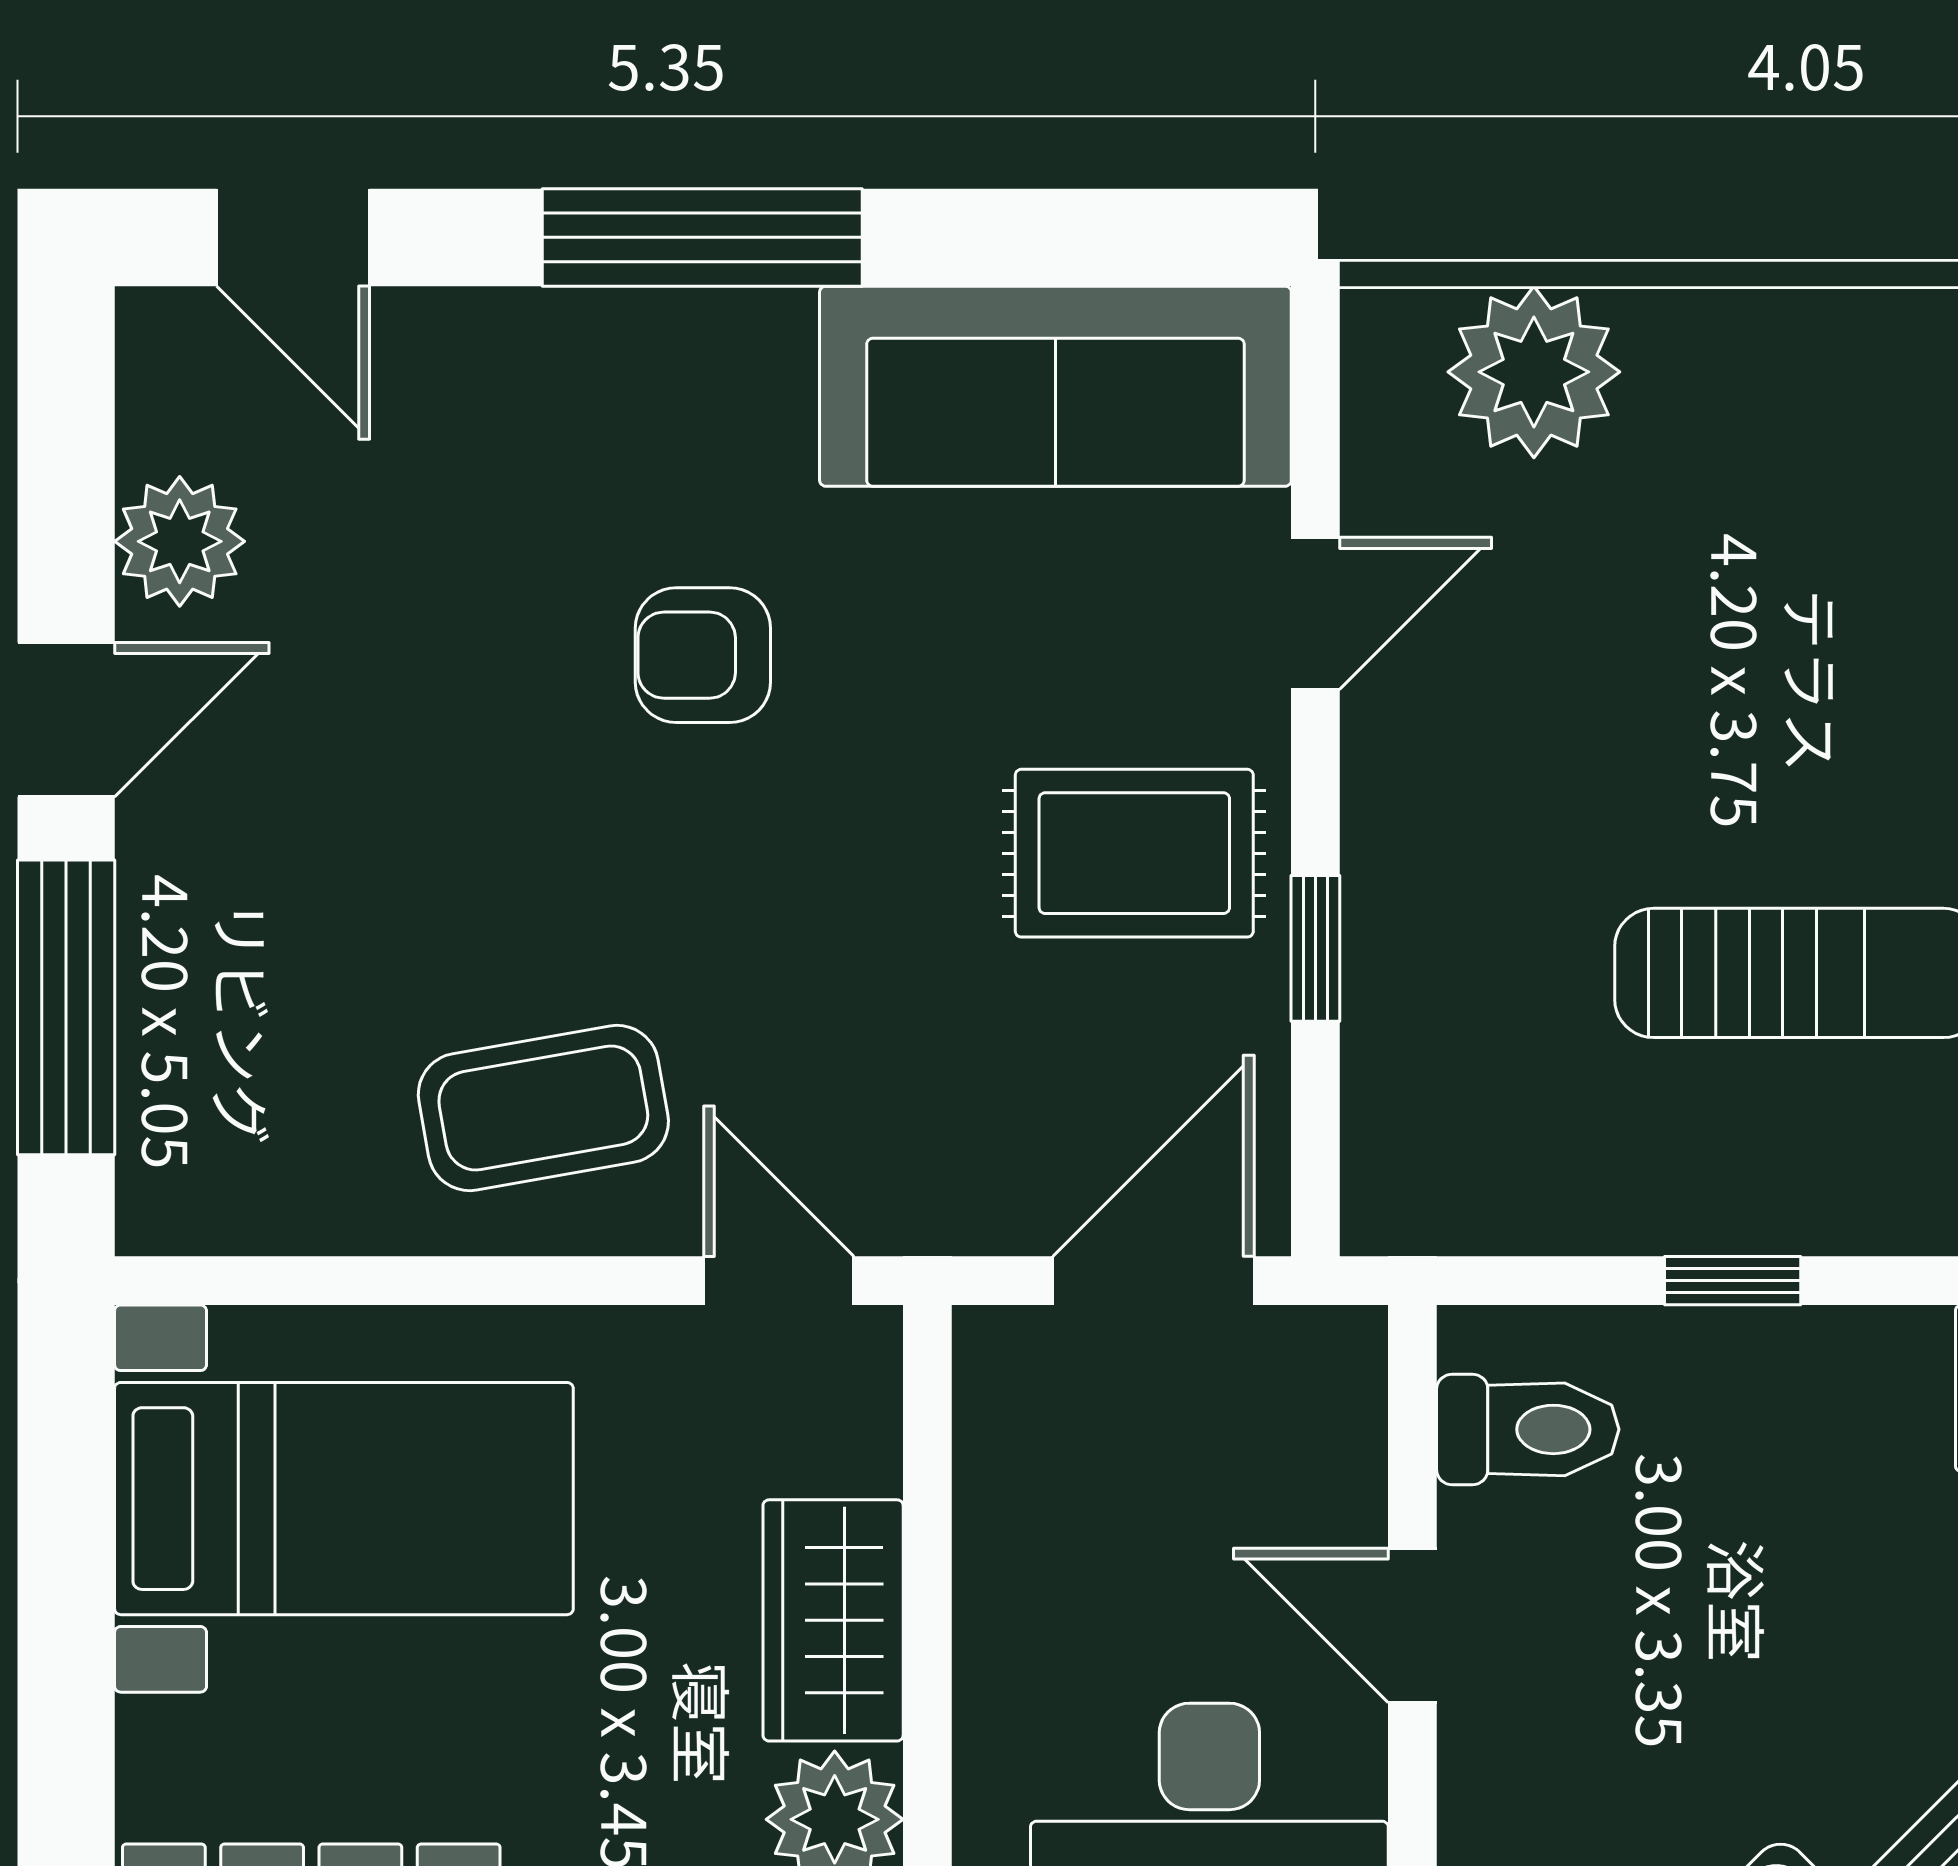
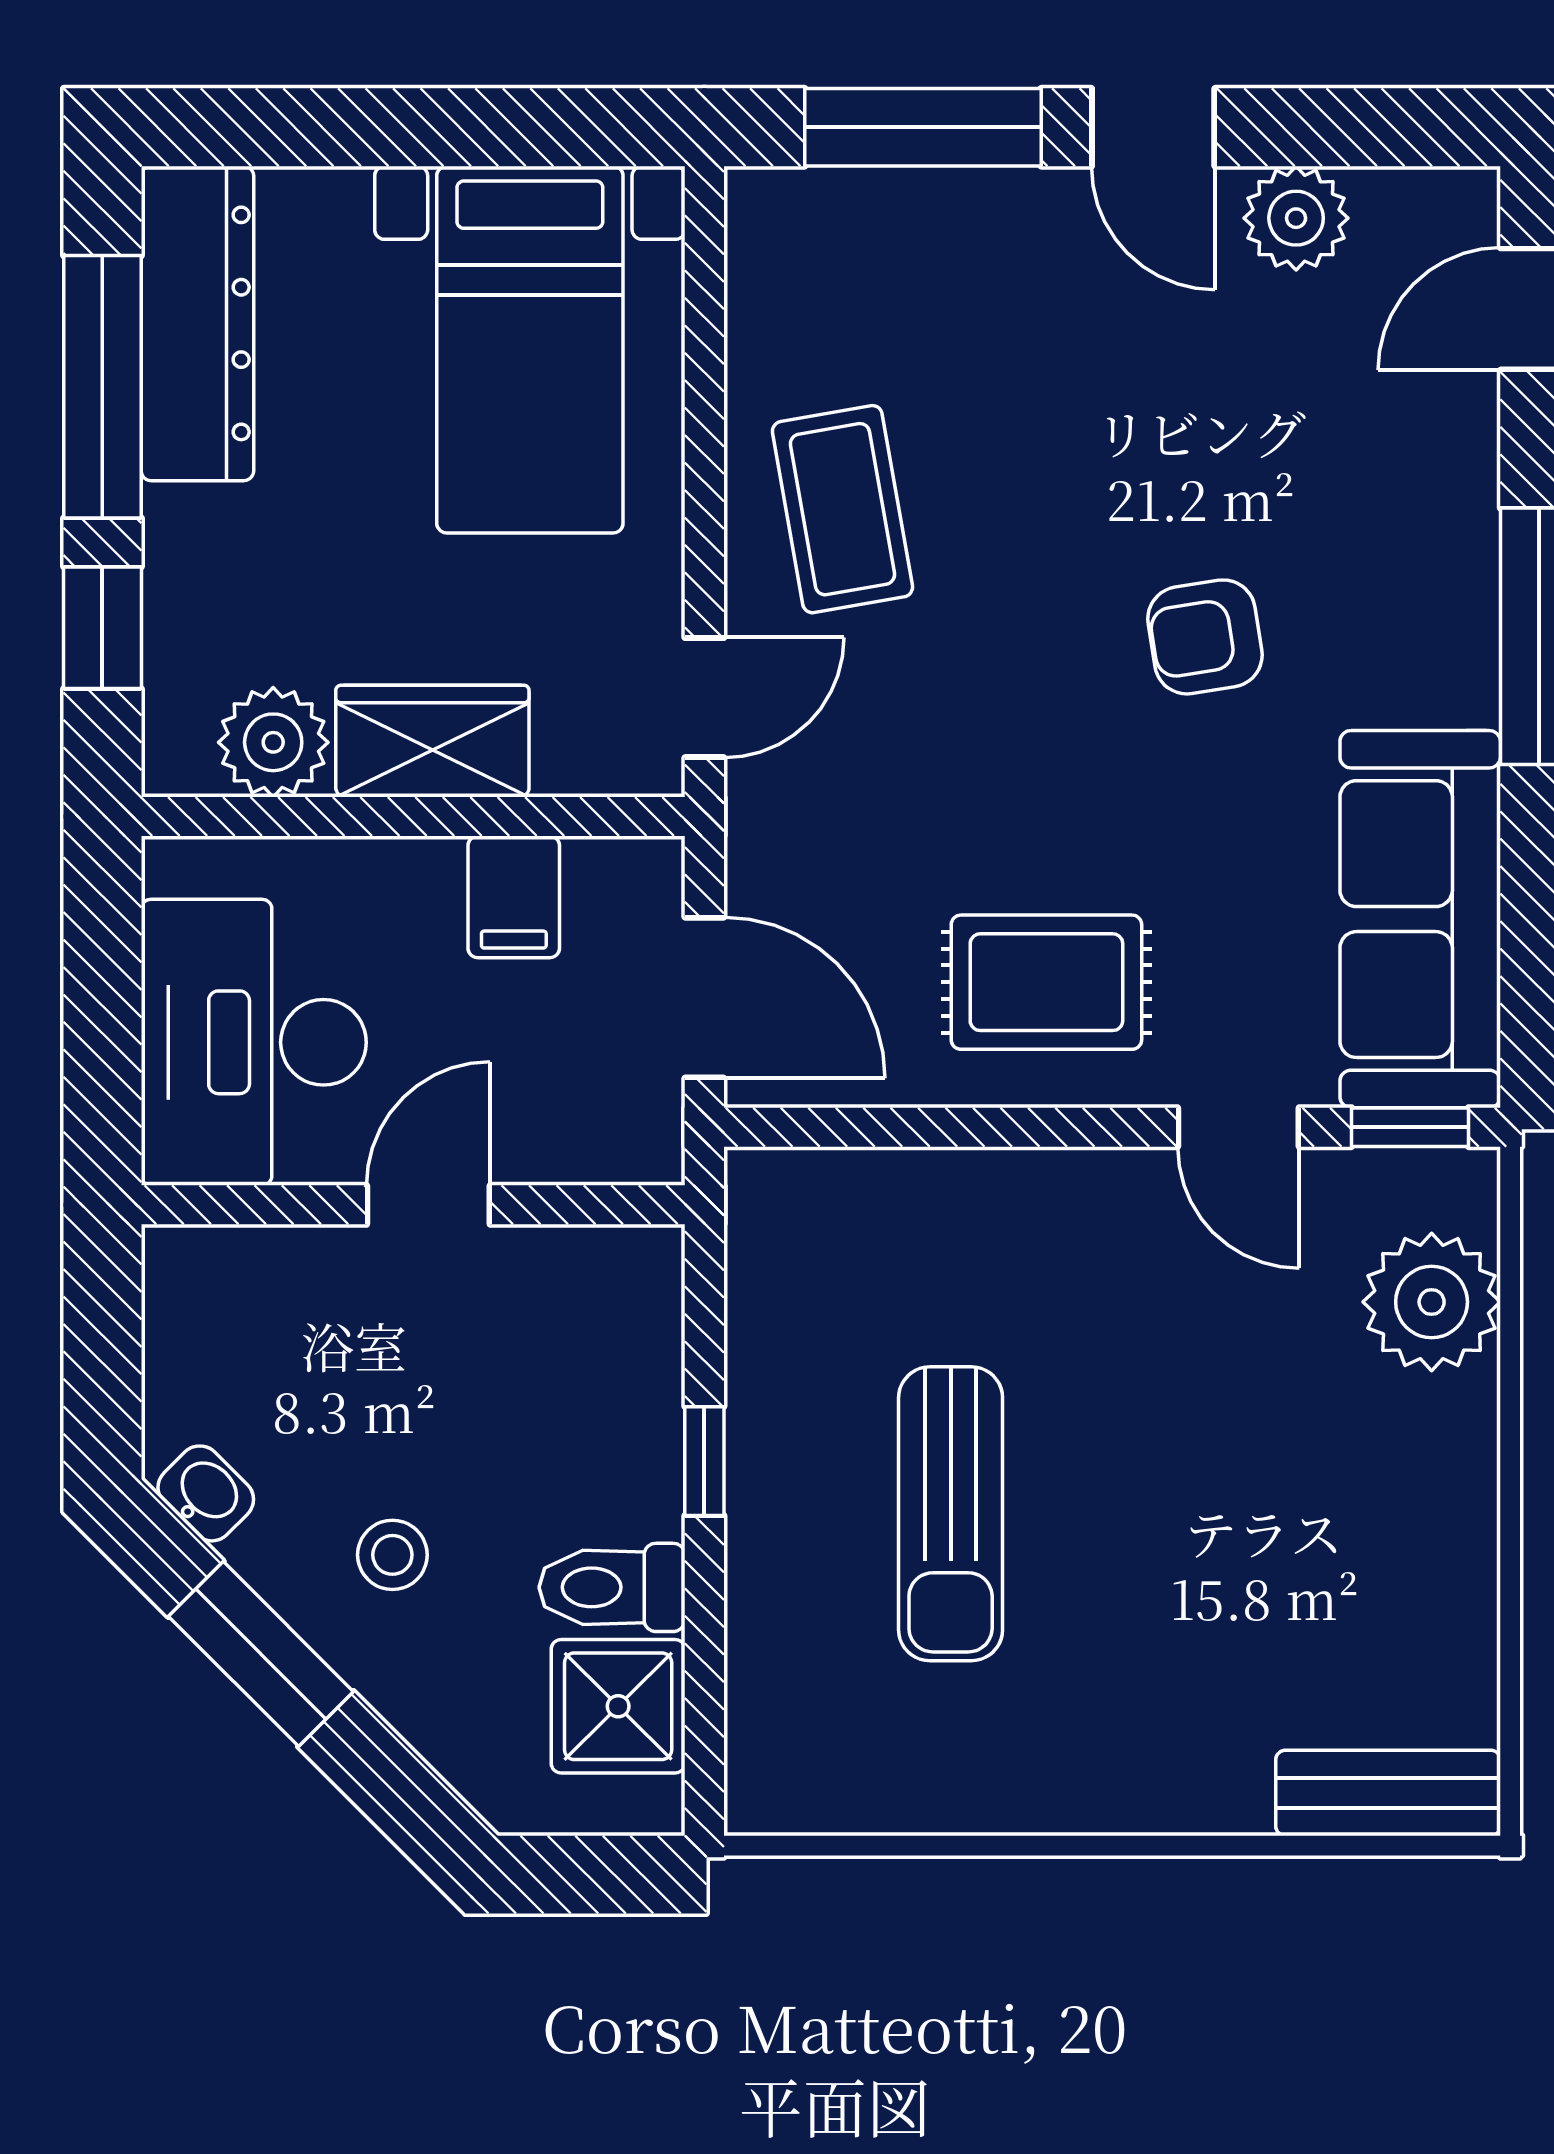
armchair: (703, 655) -> (1205, 637), turned -99
rug: (1134, 853) -> (1046, 982), turned 90
window: (1315, 948) -> (1410, 1127), moved
toilet: (1528, 1429) -> (612, 1587), moved, turned 90
filing cabinet: (1028, 1519) -> (514, 897), added
stool: (1850, 1670) -> (392, 1555), added

